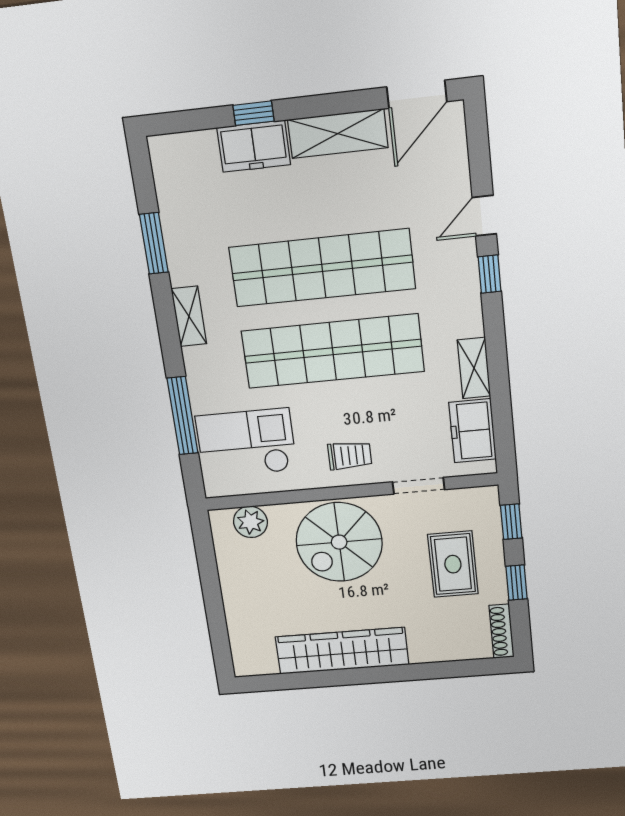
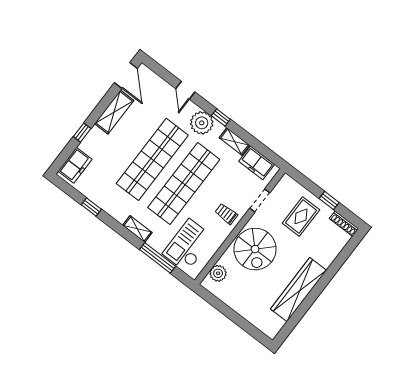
freezer: (254, 146) -> (75, 165), moved
window: (154, 243) -> (91, 207), width x0.67
window: (490, 274) -> (221, 117), moved
plant: (455, 291) -> (202, 123), added
shelving: (189, 316) -> (137, 229), moved
trolley: (350, 455) -> (226, 214), turned -90
window: (511, 522) -> (303, 181), removed
rug: (453, 564) -> (301, 216), turned 90

